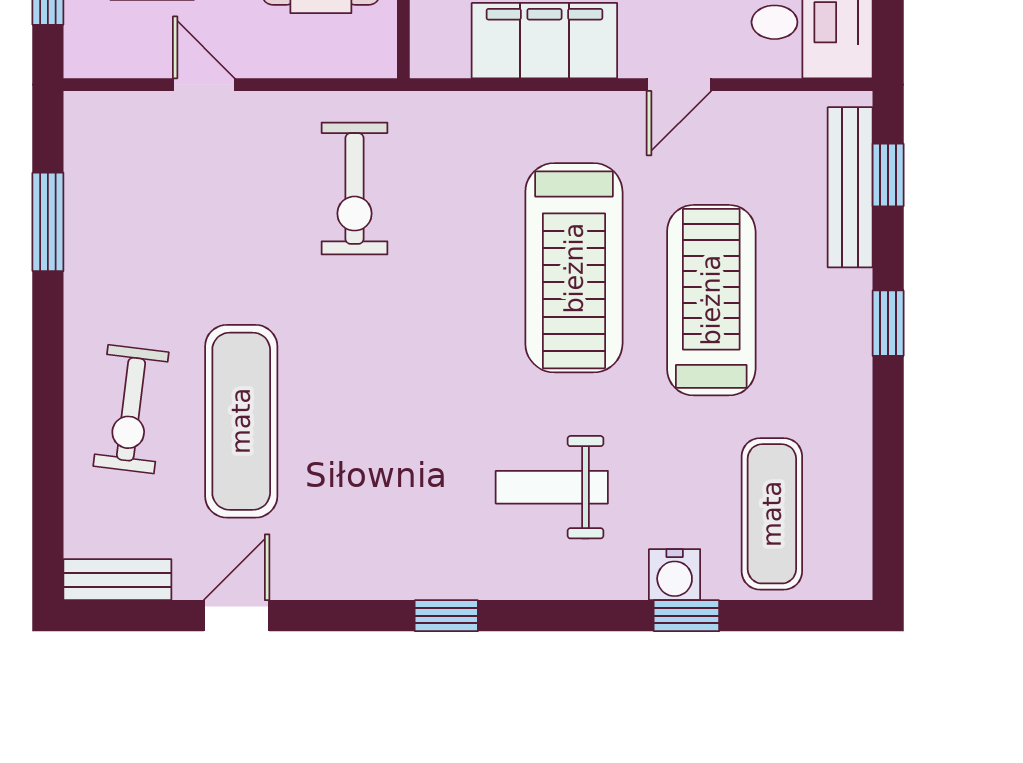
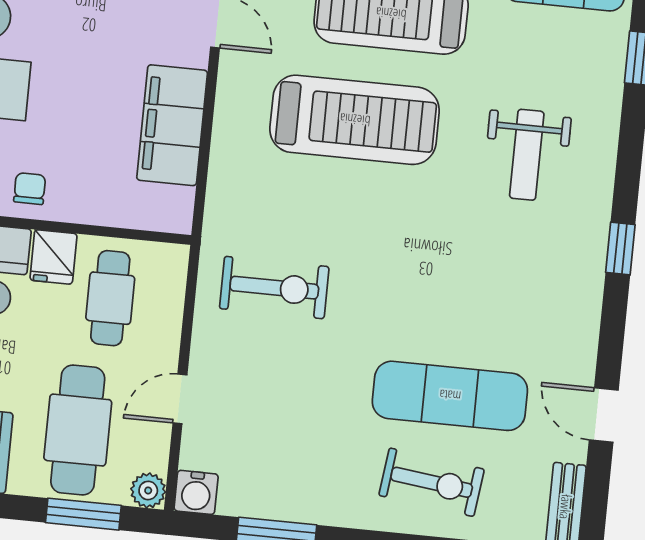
plant: (85, 56) -> (148, 490), added
water cooler: (675, 575) -> (196, 492), moved, turned 90

